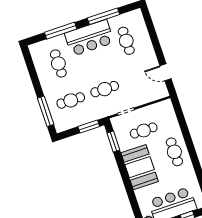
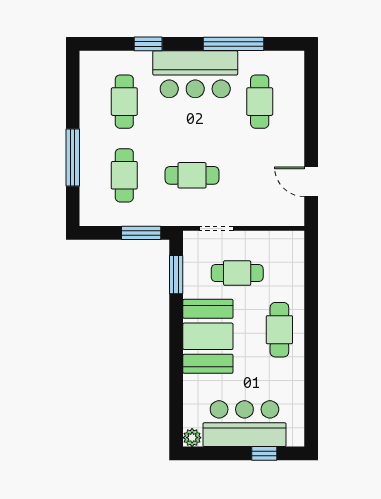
window: (61, 31) -> (148, 44), width x0.46
cafe table: (71, 100) -> (124, 175), turned 90
window: (46, 111) -> (73, 158), moved

